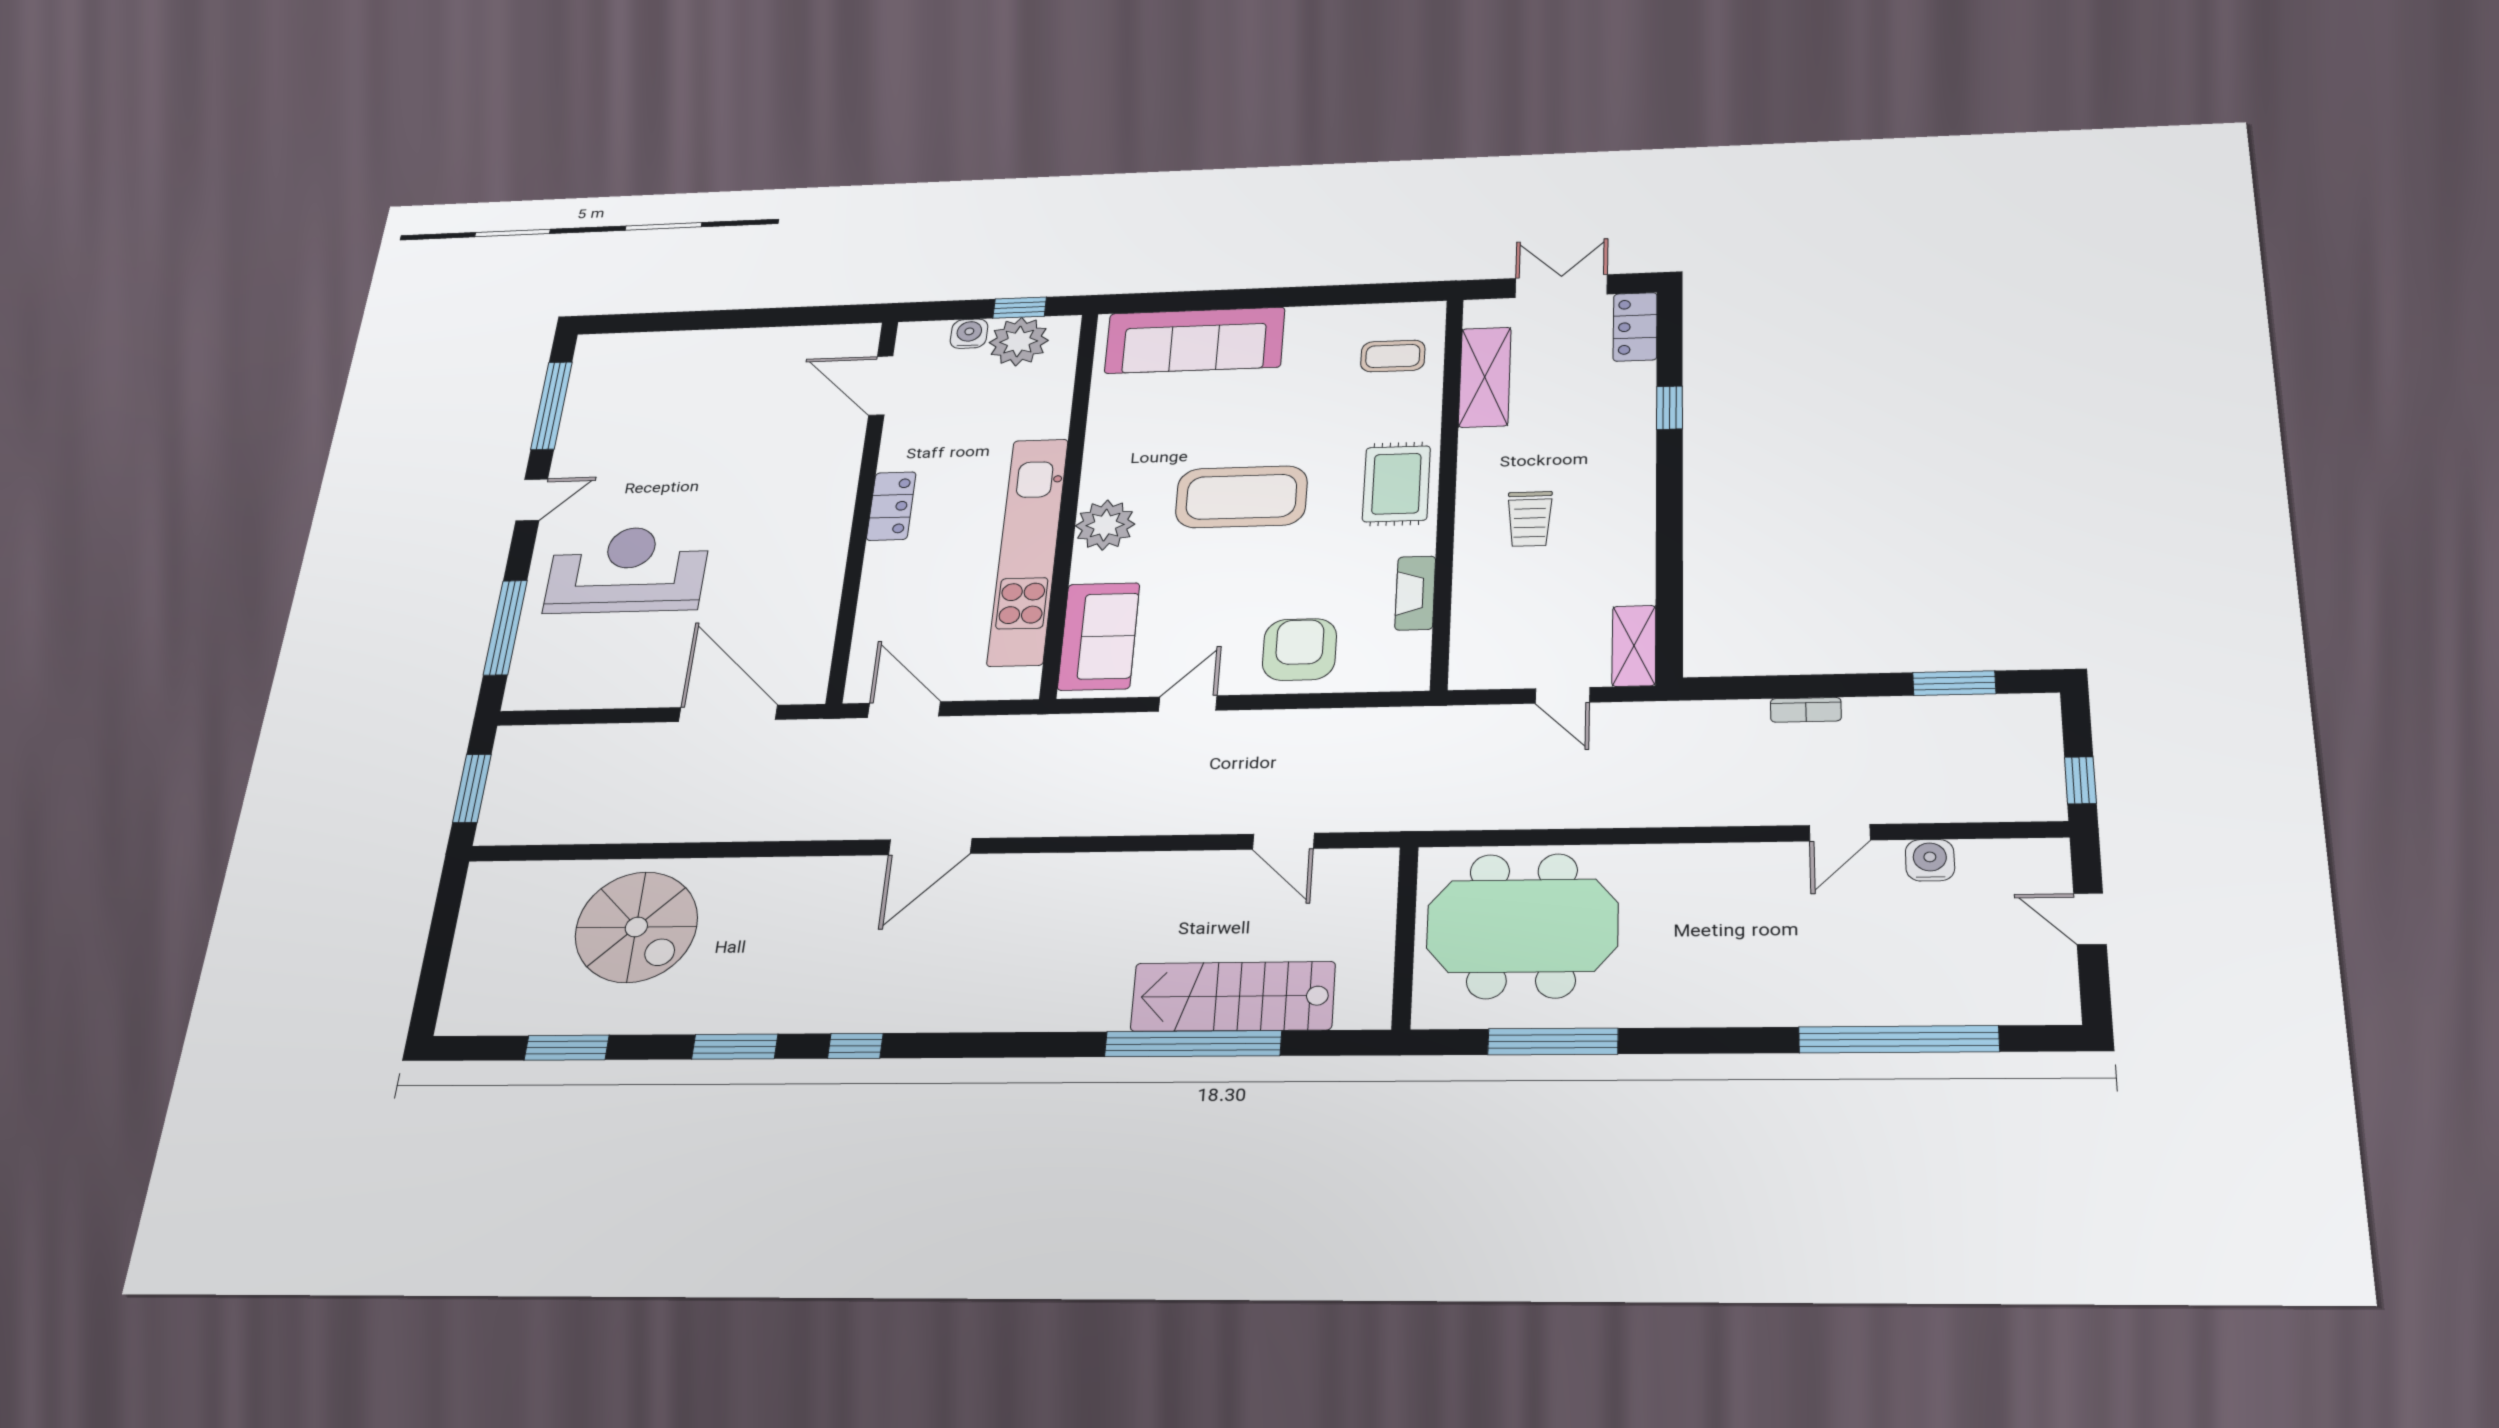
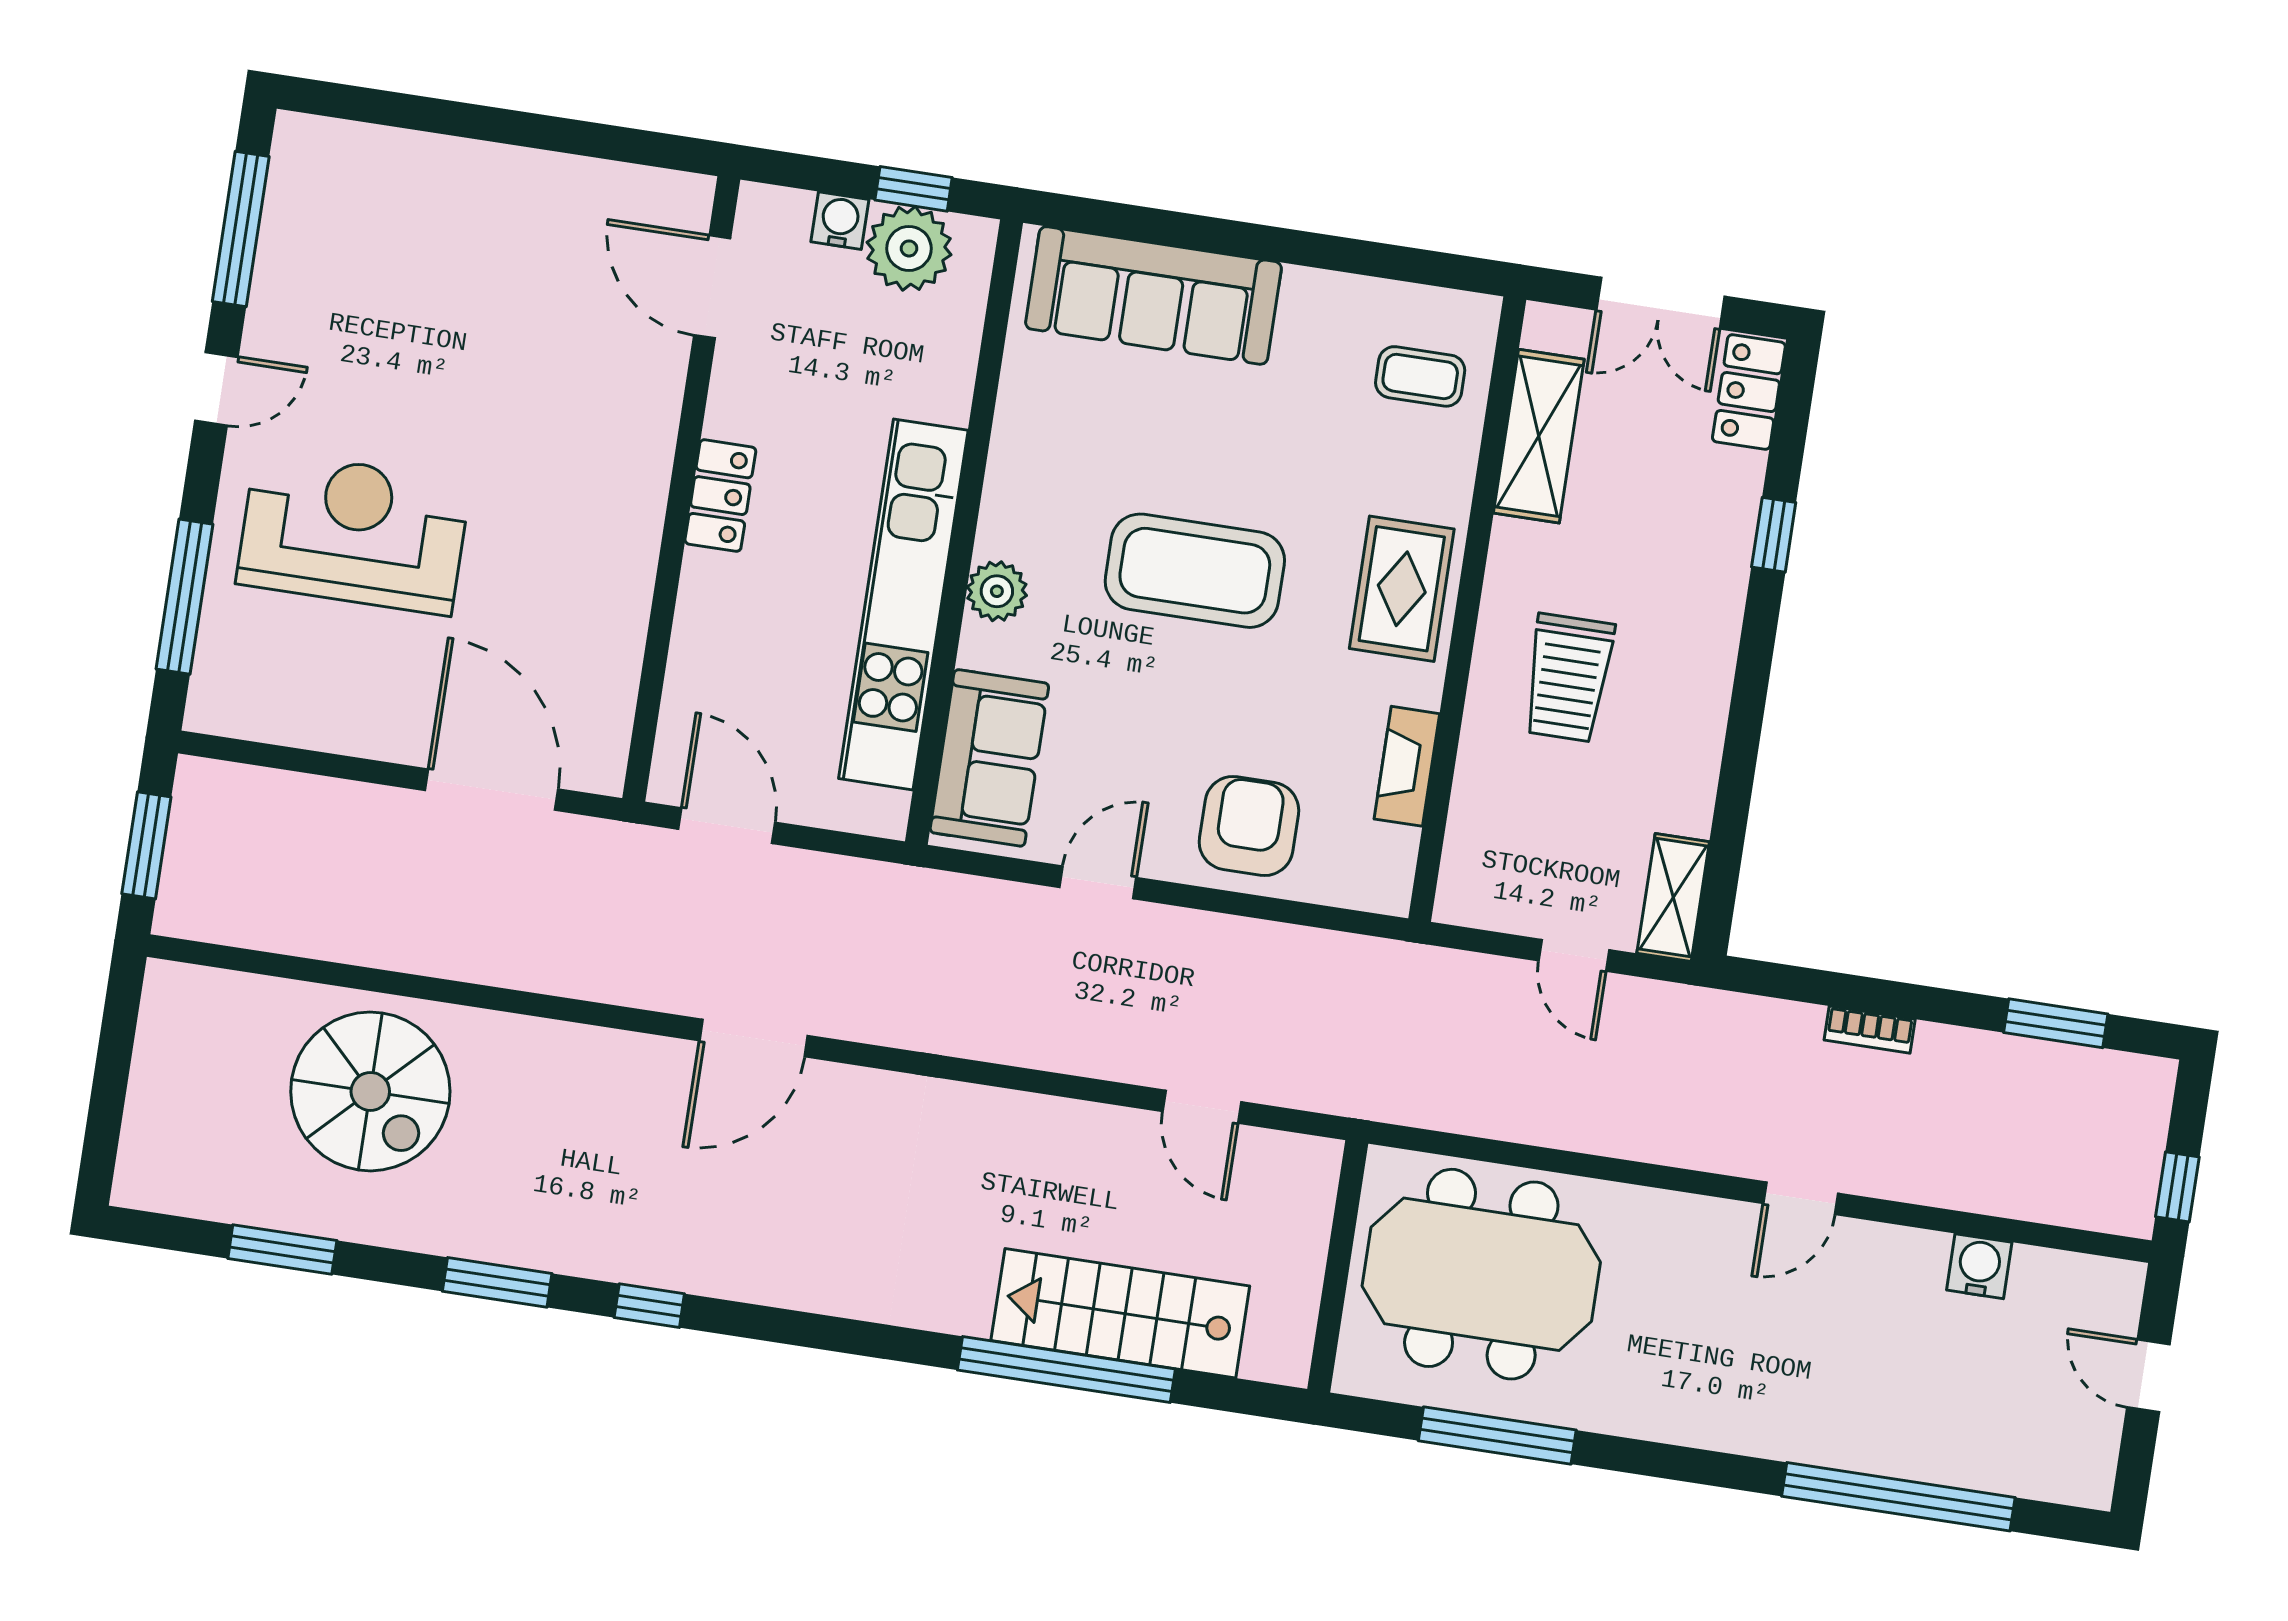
double door: (1561, 286) -> (1660, 303), swing flipped
trolley: (1530, 519) -> (1568, 678), width x1.36, depth x1.39
plant: (1105, 525) -> (997, 591), width x0.73, depth x0.73
door: (1840, 833) -> (1801, 1198), moved

